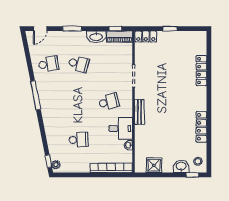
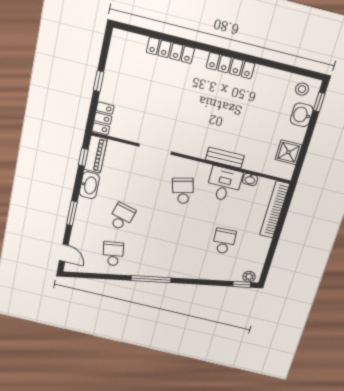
bench: (139, 112) -> (225, 158), moved
locker: (201, 127) -> (230, 66), moved

